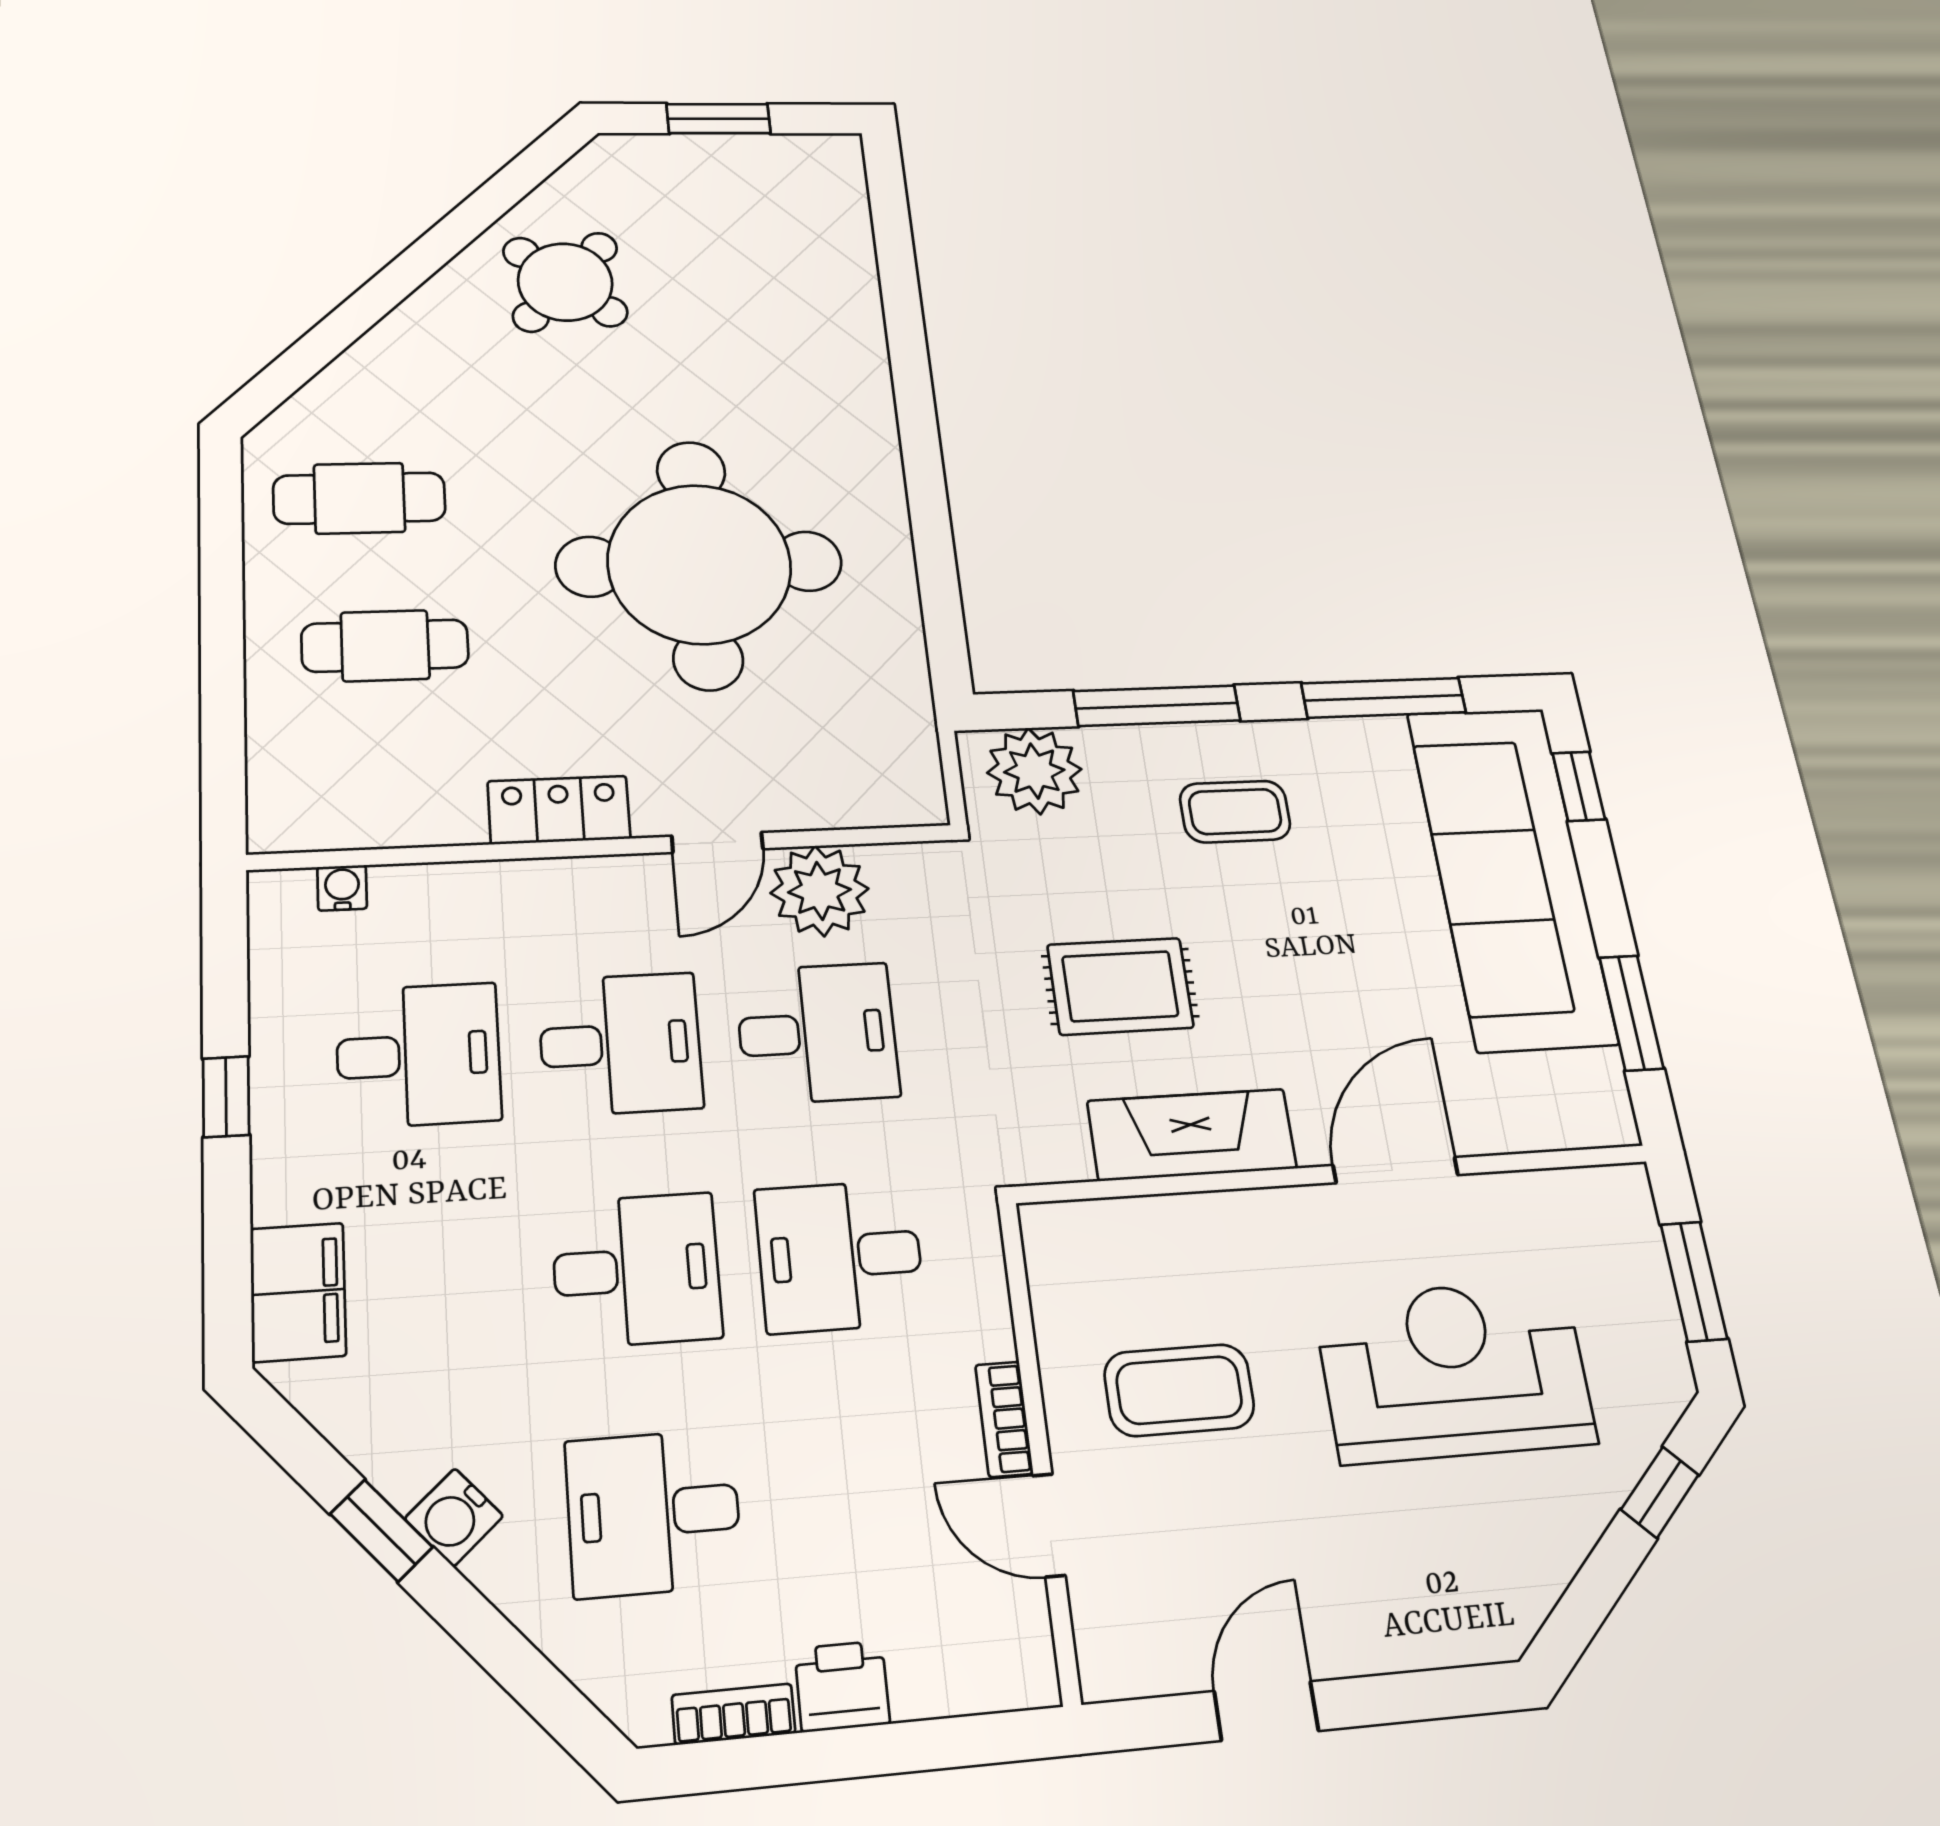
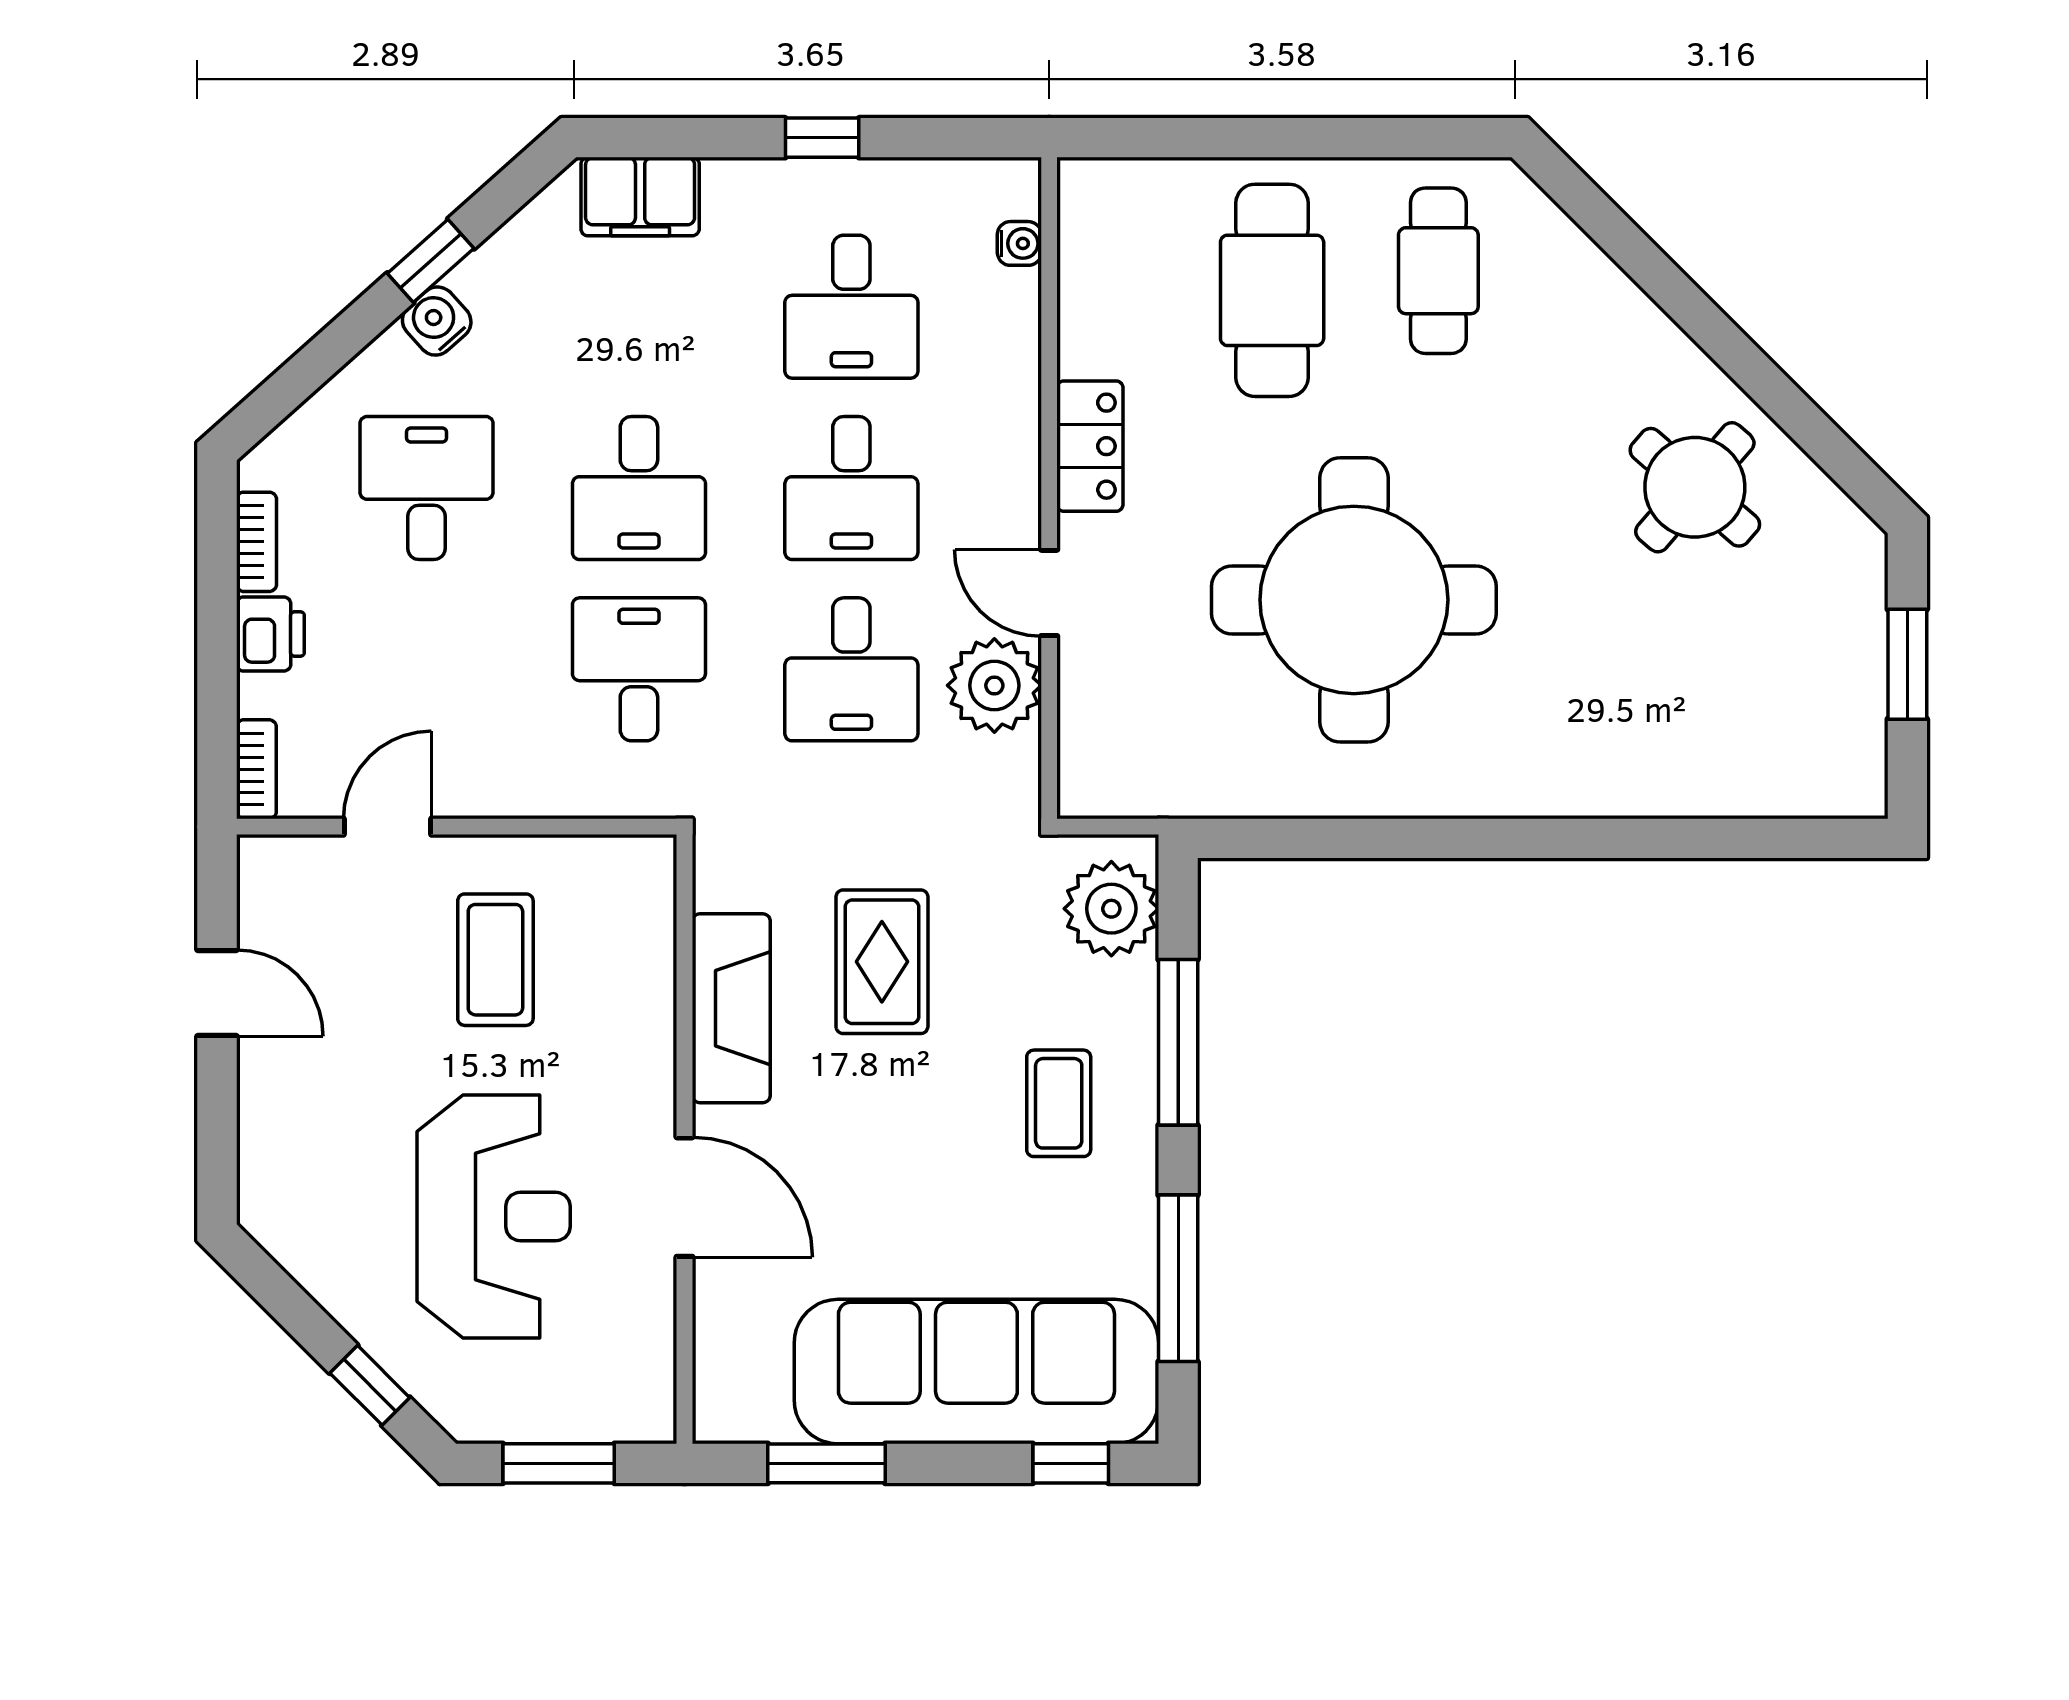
cafe table: (385, 646) -> (1272, 290), width x1.37, depth x1.35
bookcase: (1004, 1419) -> (256, 769), moved, turned 90

